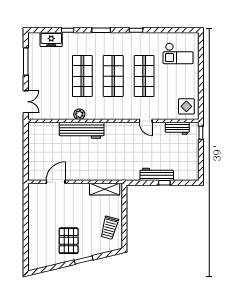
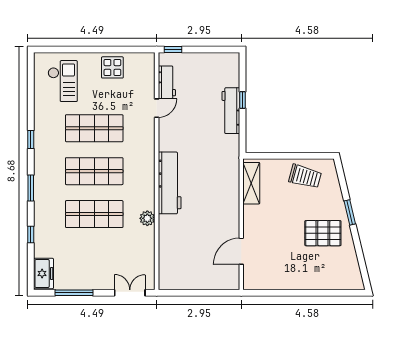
freezer: (51, 40) -> (43, 273), moved
display table: (186, 106) -> (112, 67), moved
door: (146, 121) -> (157, 108), moved
workbench: (82, 130) -> (170, 183), moved
door: (56, 182) -> (241, 251), hinge flipped

